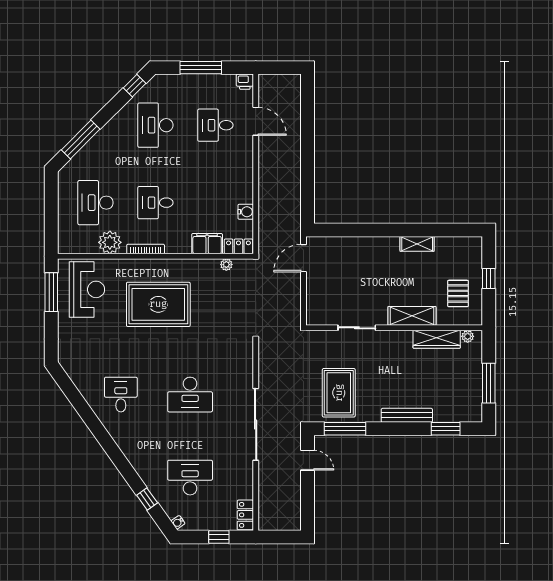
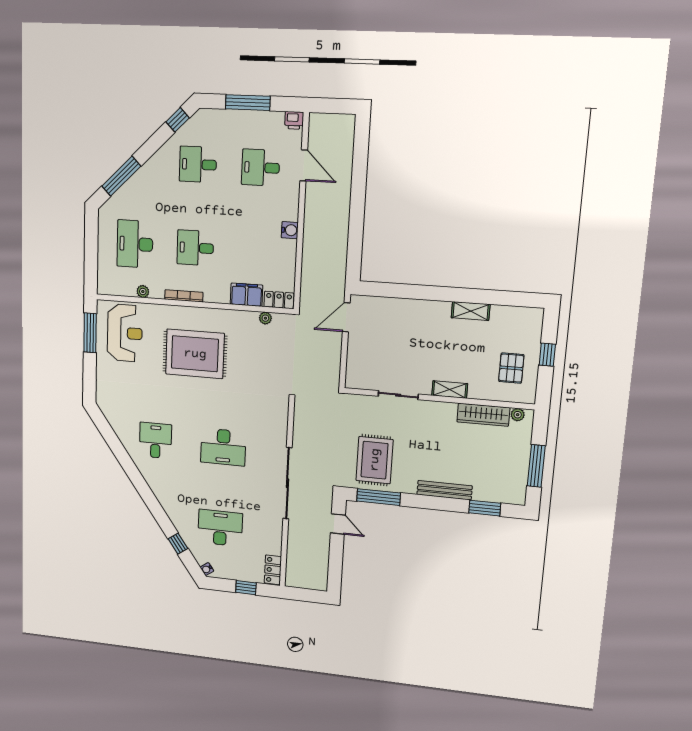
desk: (155, 125) -> (198, 164), width x0.73
water cooler: (246, 212) -> (290, 230), moved
plant: (110, 242) -> (143, 291), width x0.53, depth x0.53
shelving: (412, 316) -> (450, 390), width x0.67, depth x0.75

